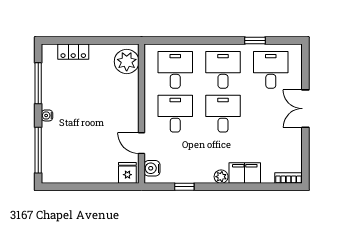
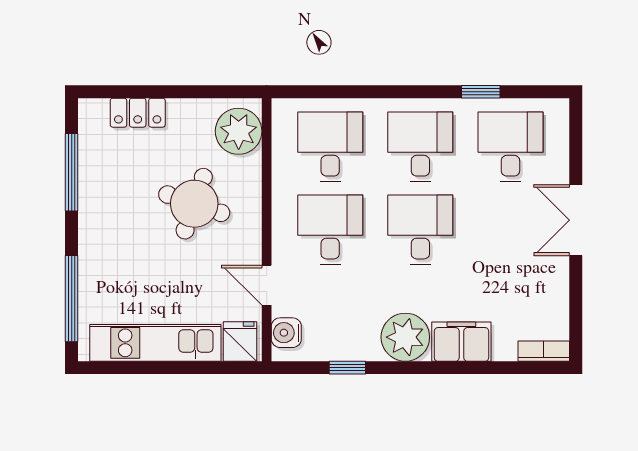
round table: (103, 100) -> (194, 204), added
water cooler: (47, 115) -> (88, 233), removed
kitchen unit: (83, 174) -> (155, 343), added
plant: (221, 177) -> (405, 337), width x1.88, depth x1.88

